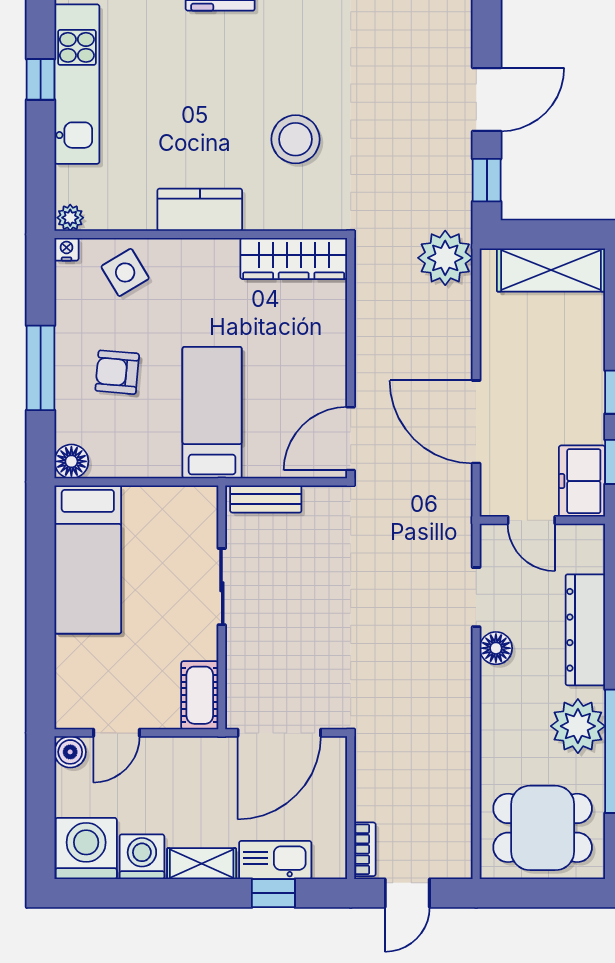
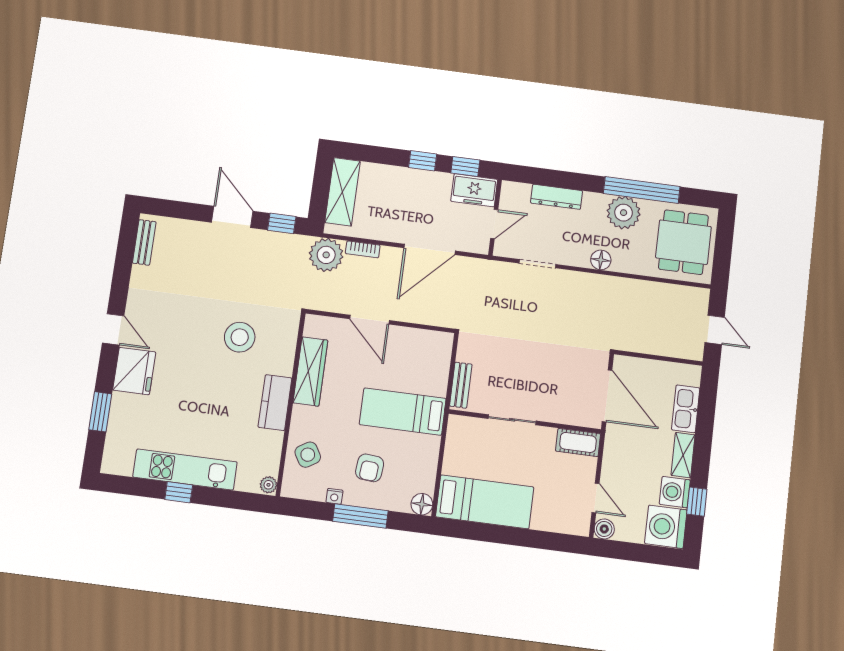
nightstand: (67, 249) -> (334, 496), moved, turned -90
wardrobe: (294, 258) -> (310, 371), moved
door: (351, 439) -> (369, 320), moved
dresser: (585, 630) -> (557, 197), width x0.73, depth x0.80
floor lamp: (496, 648) -> (601, 260), moved
bookcase: (365, 849) -> (363, 249), moved, turned 180
window: (273, 893) -> (697, 502), moved

